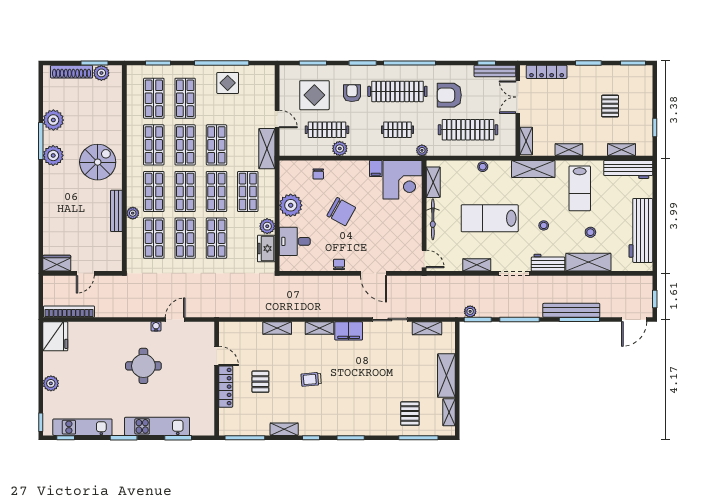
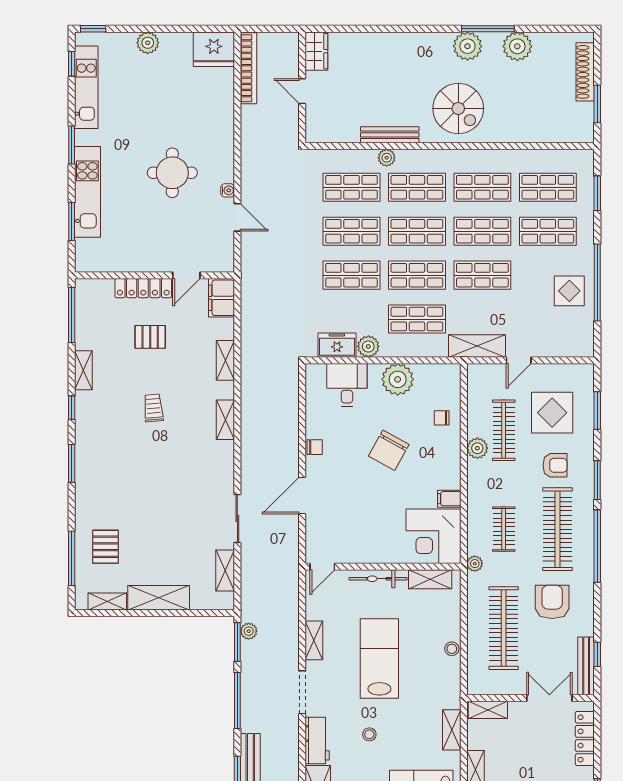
plant: (101, 73) -> (583, 114), removed
shelving: (533, 169) -> (452, 730), width x0.67, depth x0.75
filing cabinet: (349, 331) -> (221, 298), moved
pallet: (410, 414) -> (105, 547), turned 90

